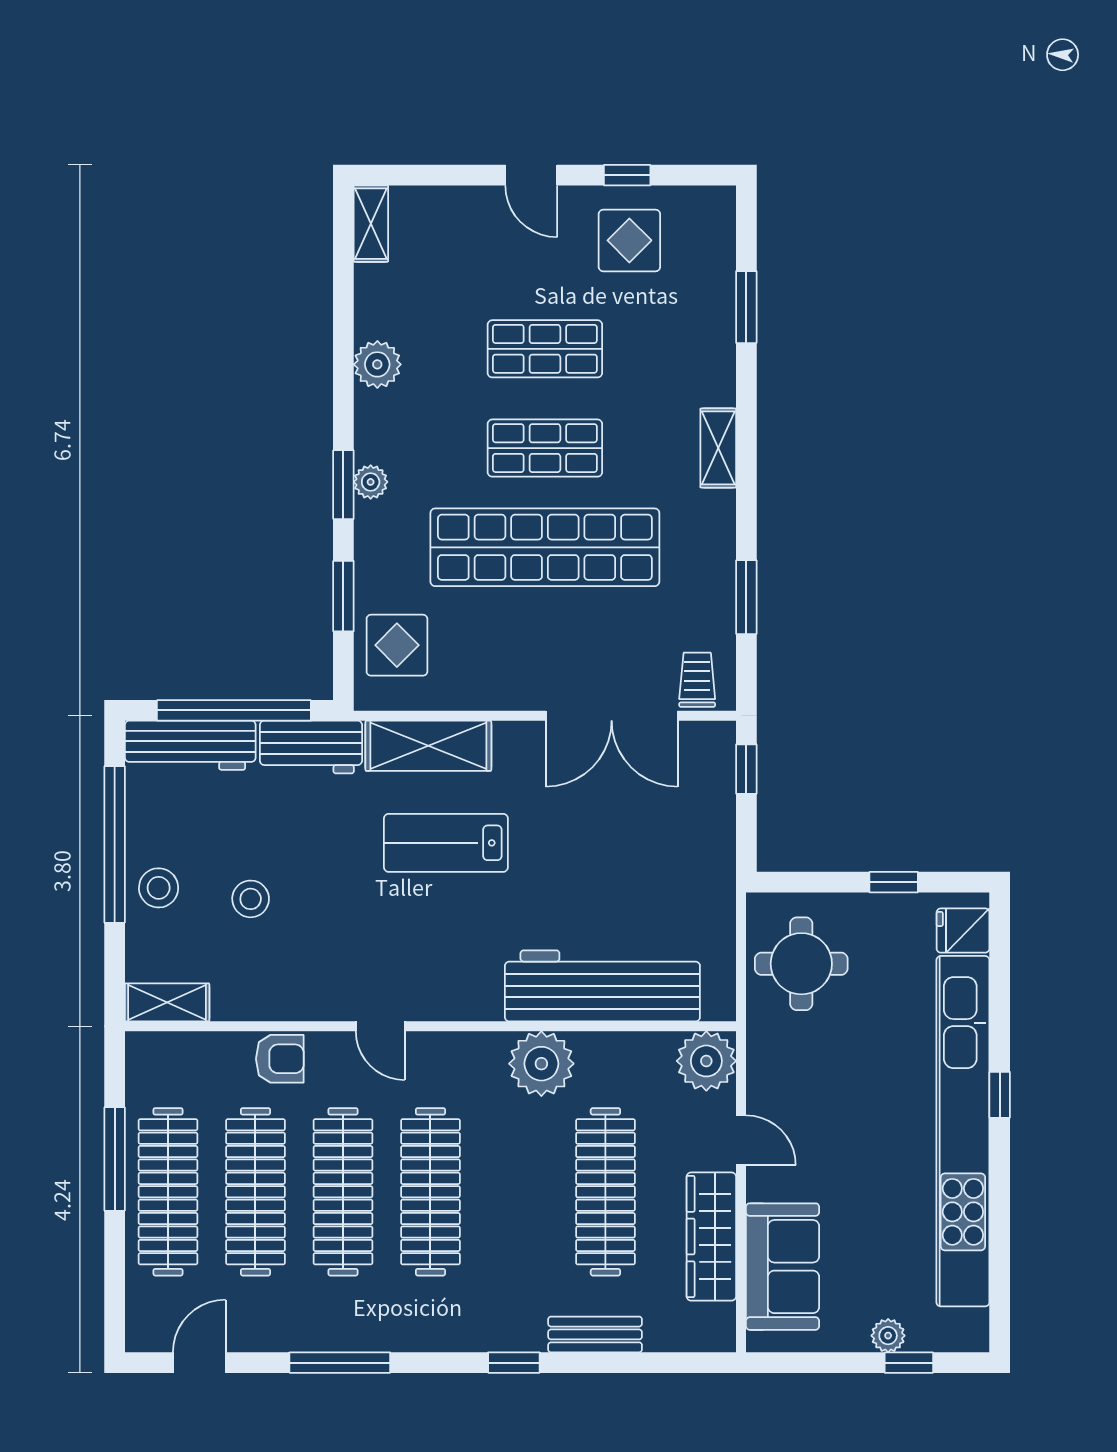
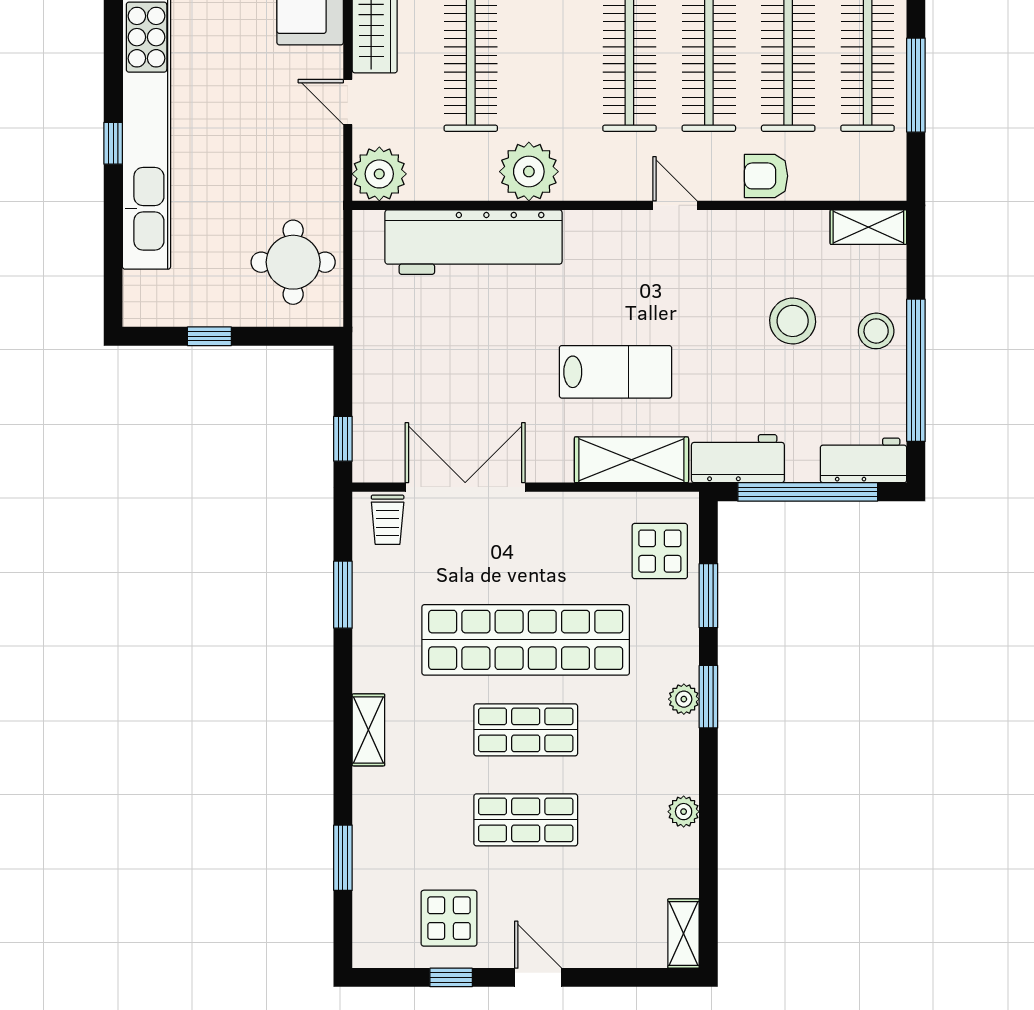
plant: (377, 364) -> (684, 812), width x0.73, depth x0.73
workbench: (190, 745) -> (864, 460), width x0.73
stool: (251, 899) -> (793, 321), width x1.38, depth x1.38
fridge: (963, 931) -> (146, 292), removed

